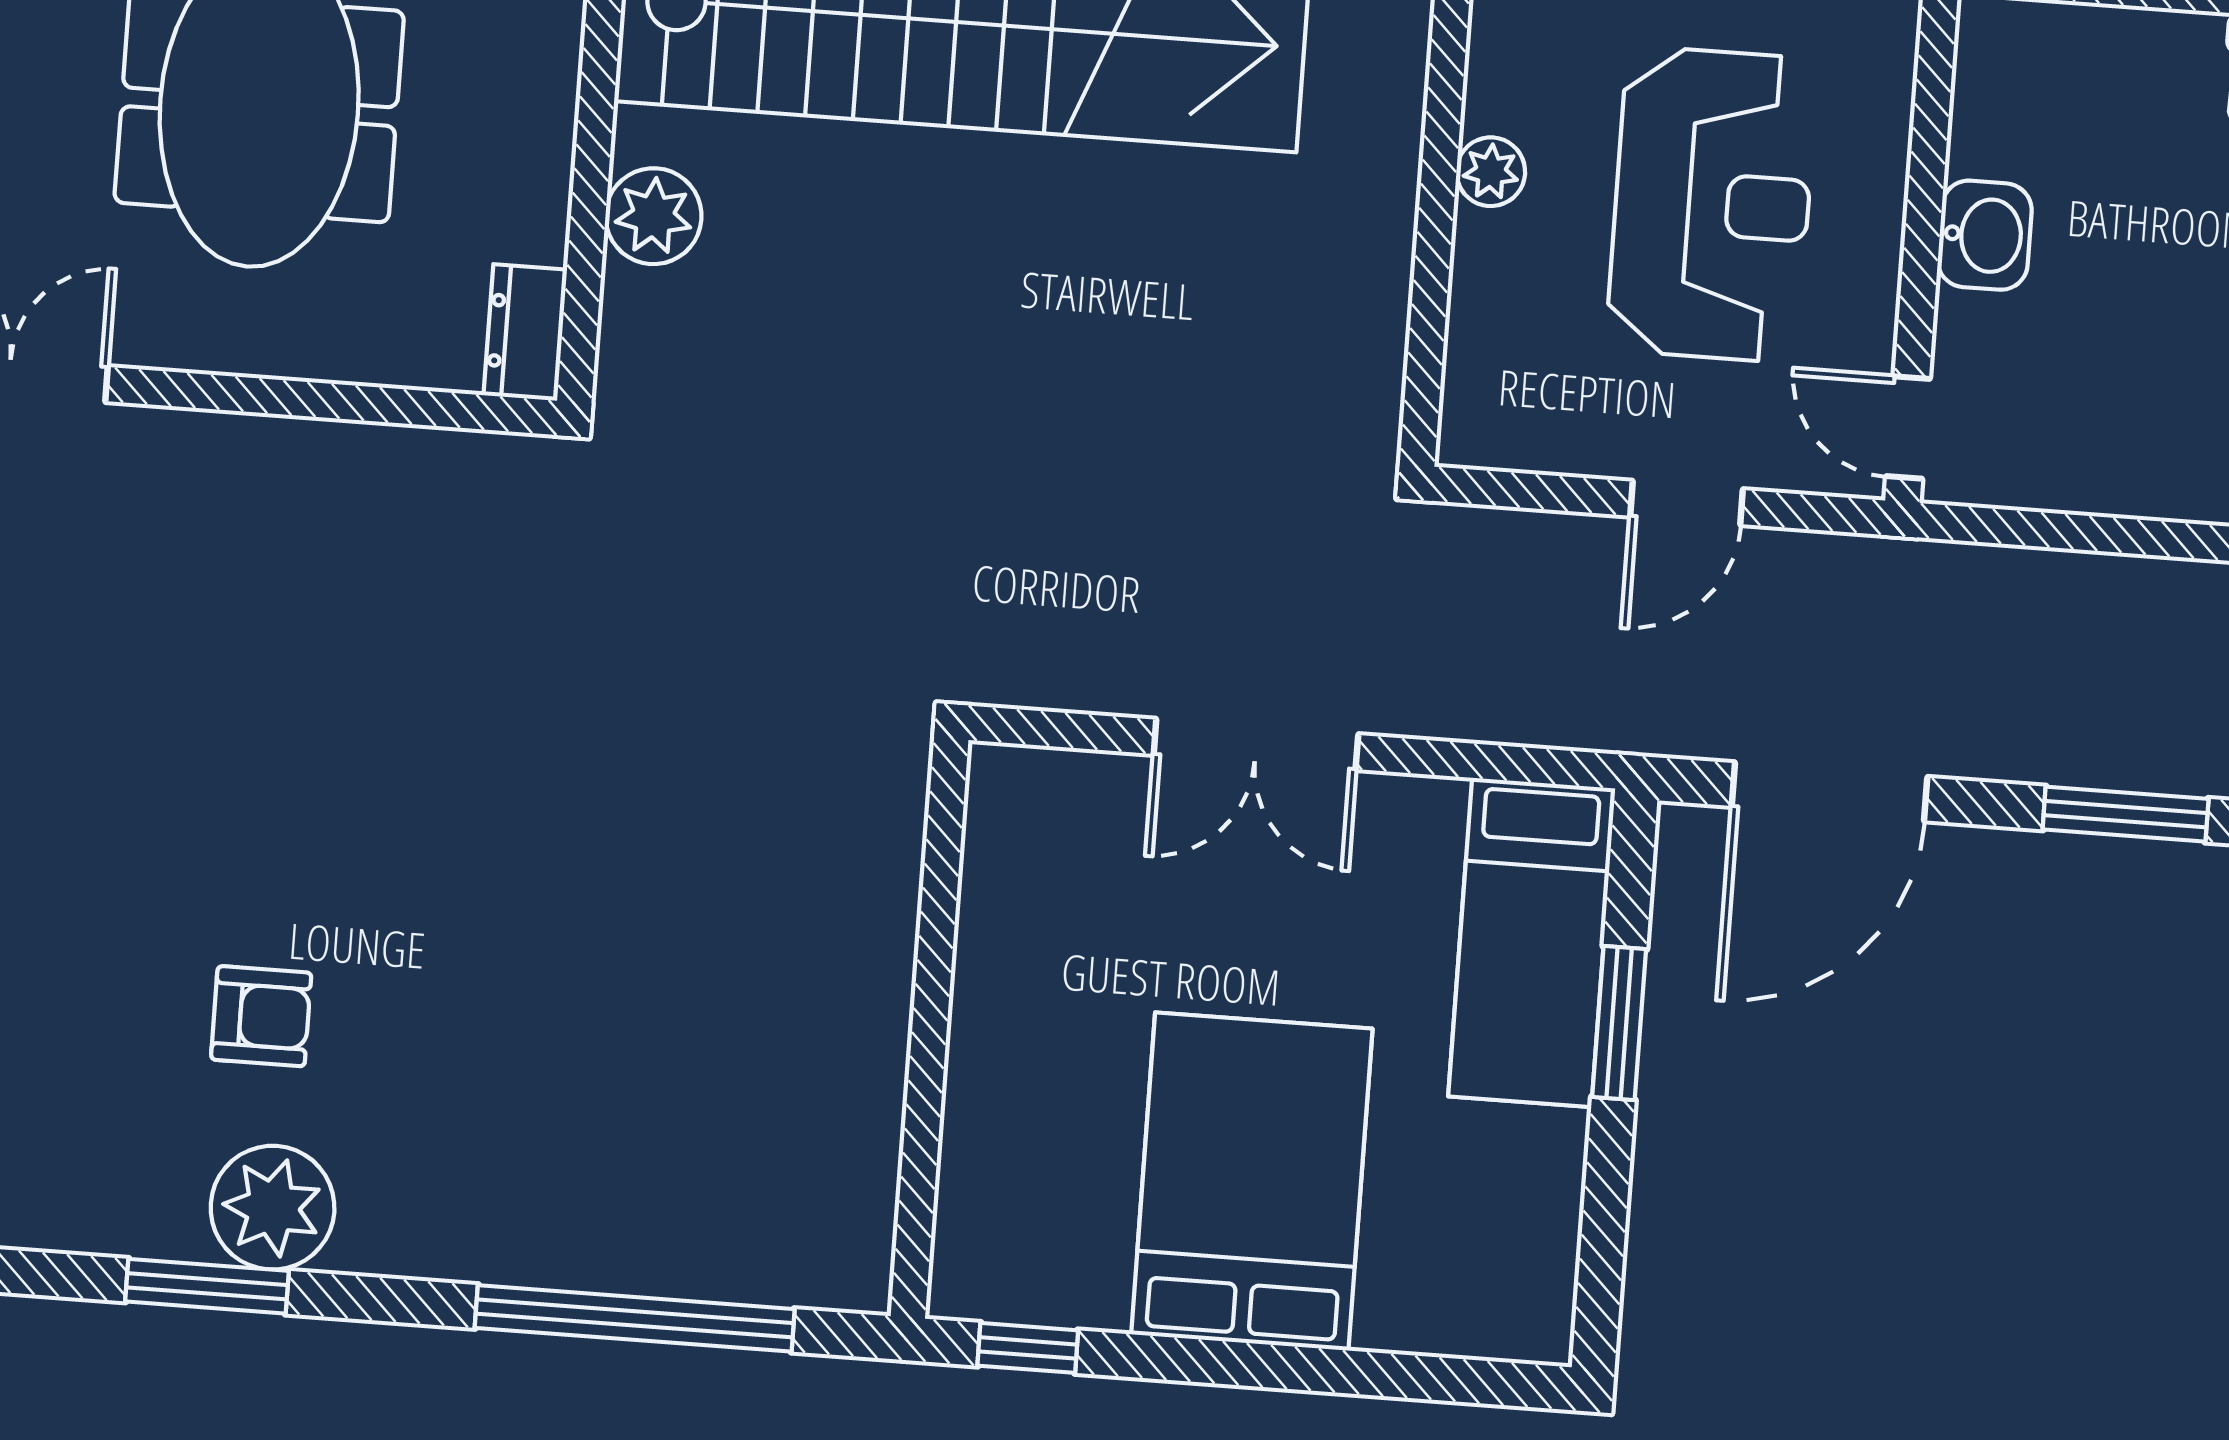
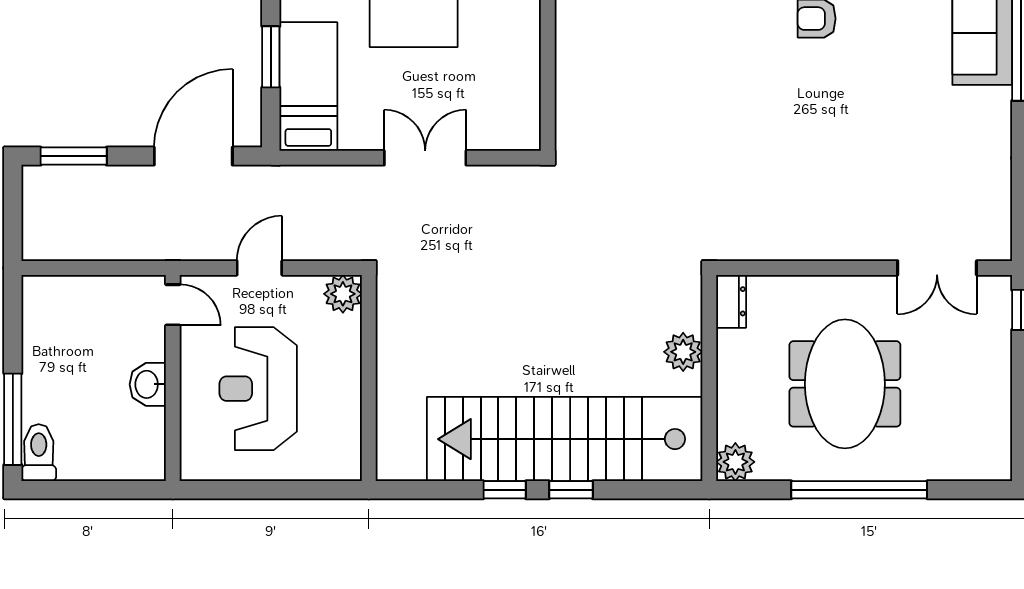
plant: (1491, 172) -> (343, 294), moved, width x1.38, depth x1.38

